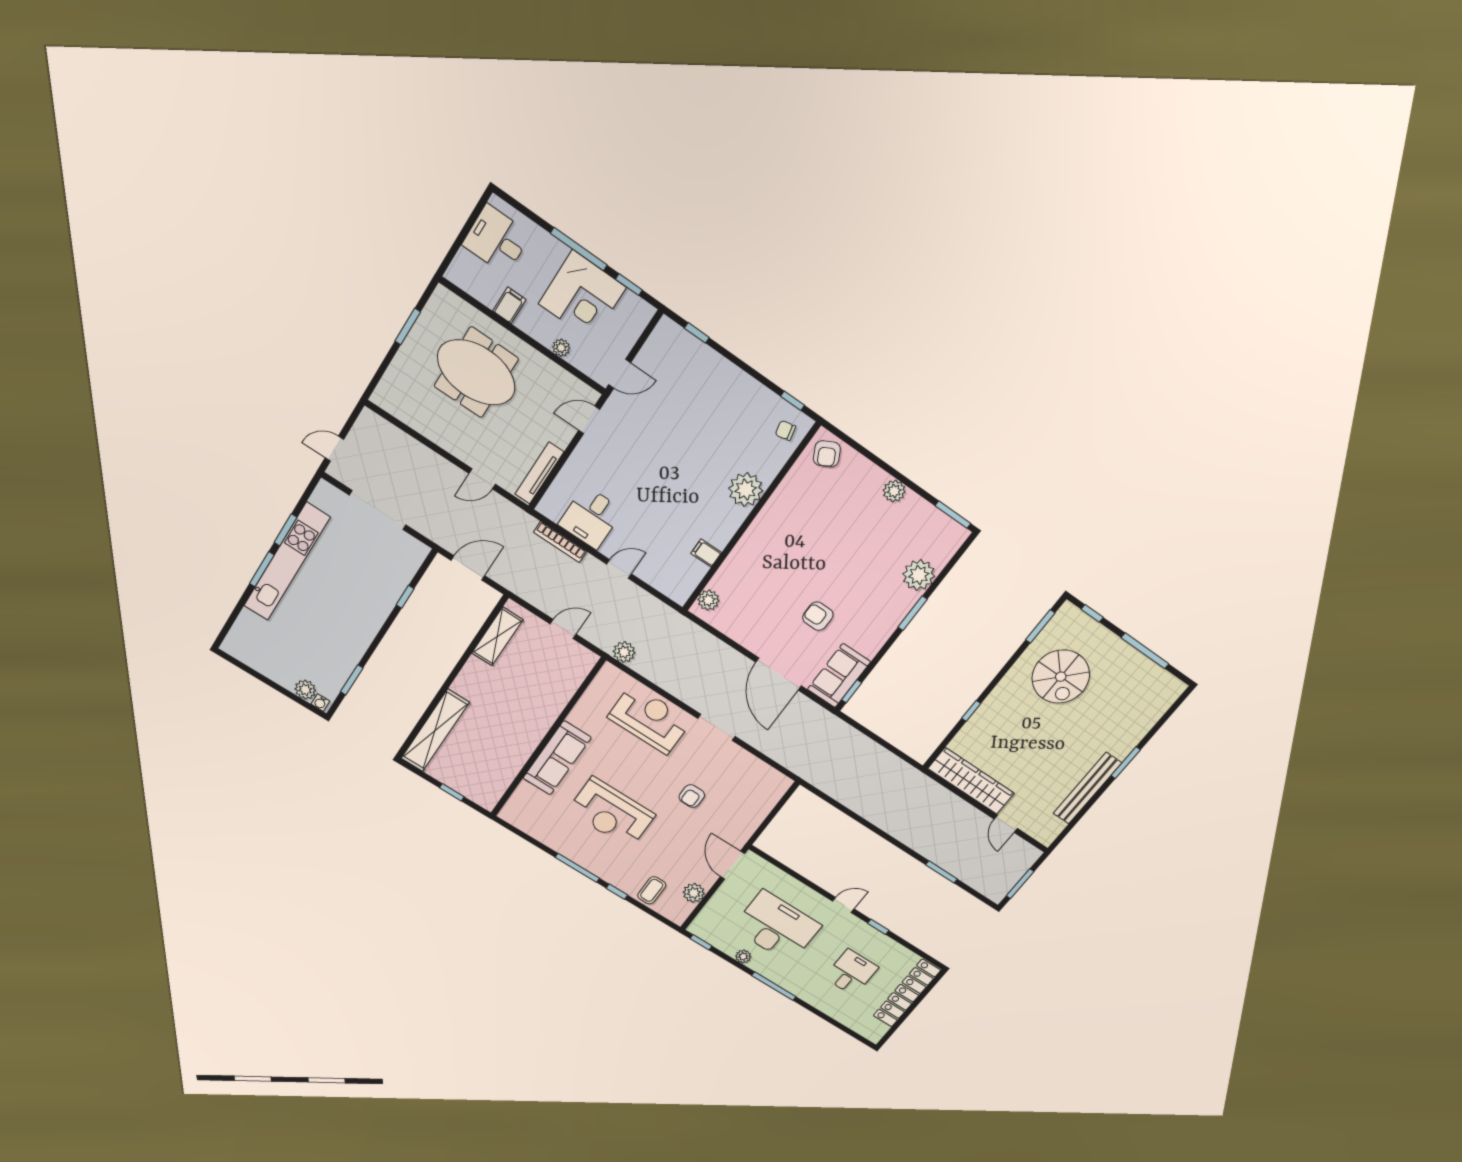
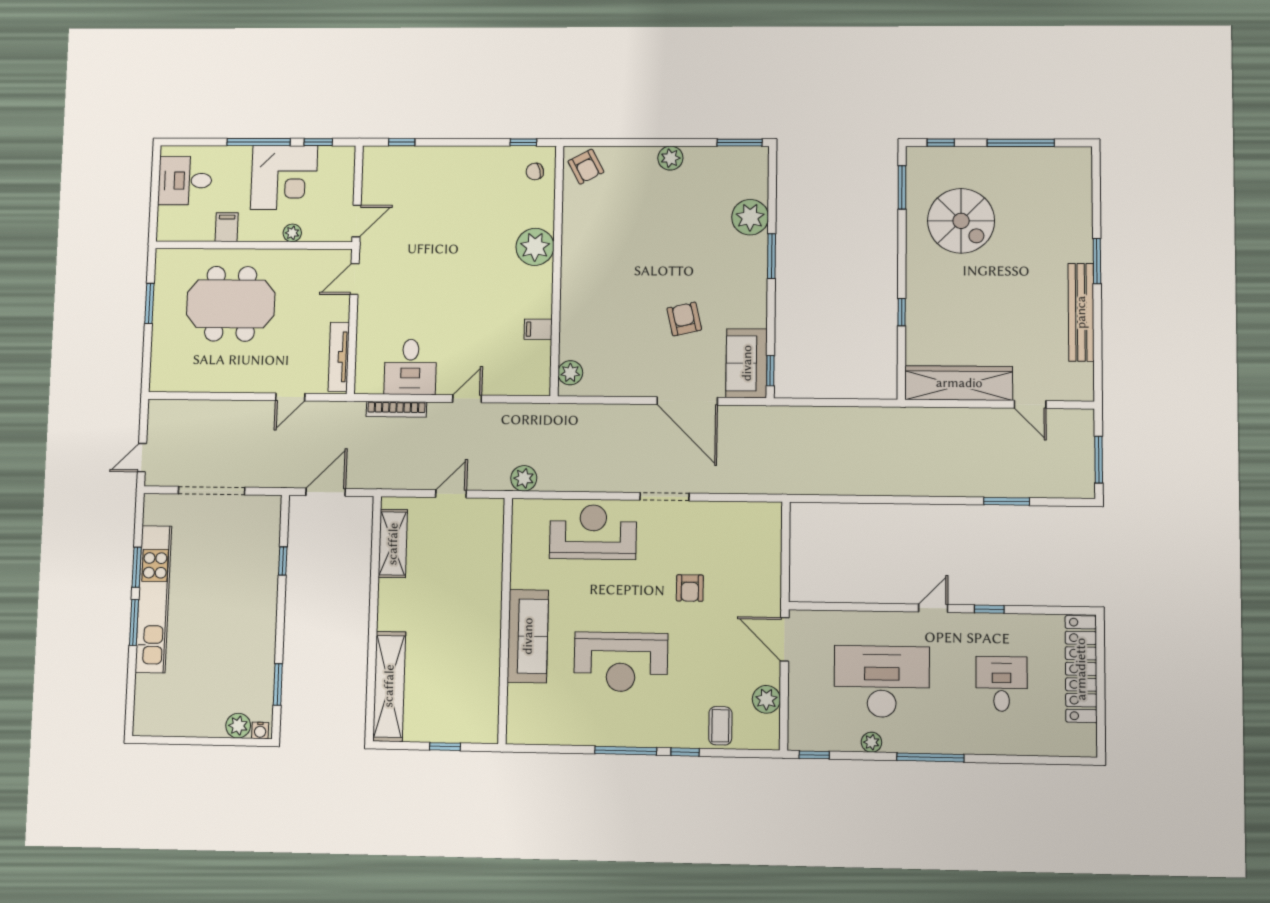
armchair: (818, 616) -> (684, 319), turned 77

